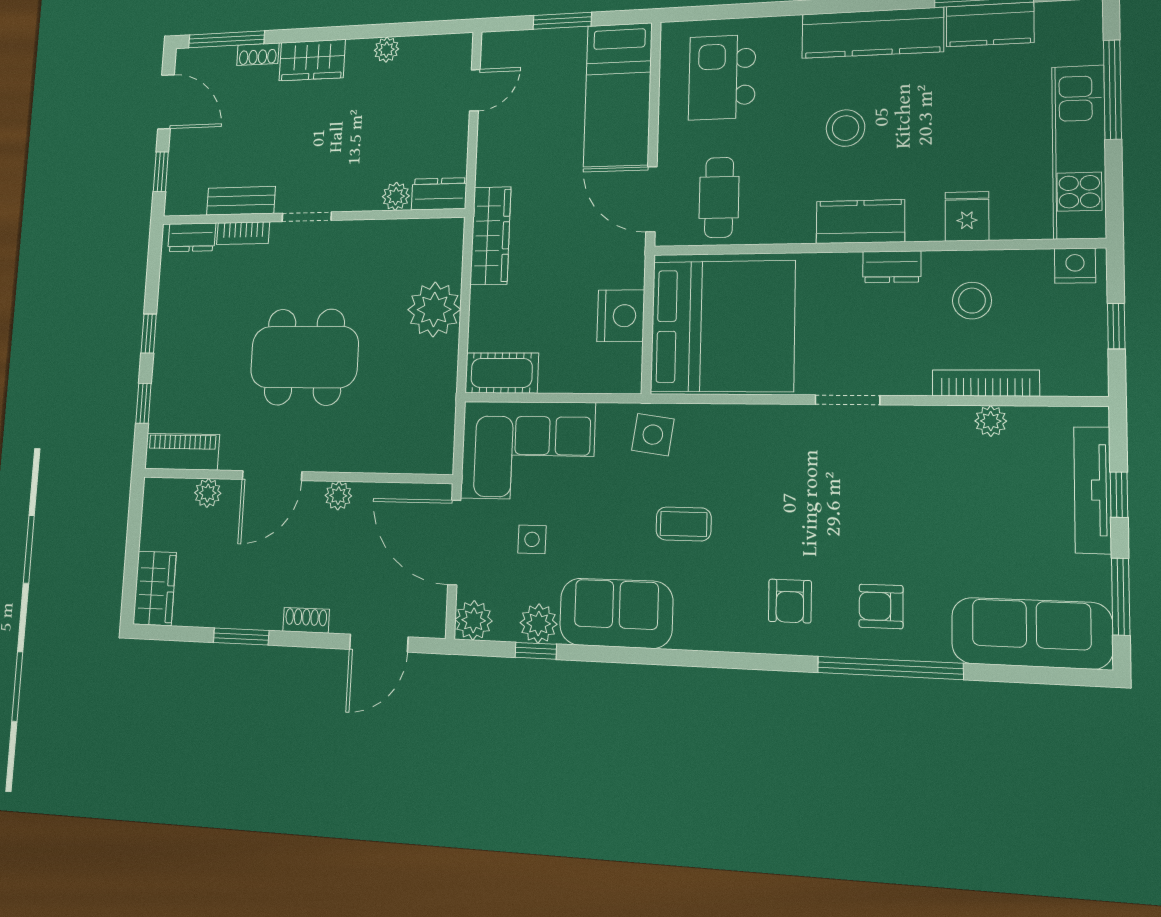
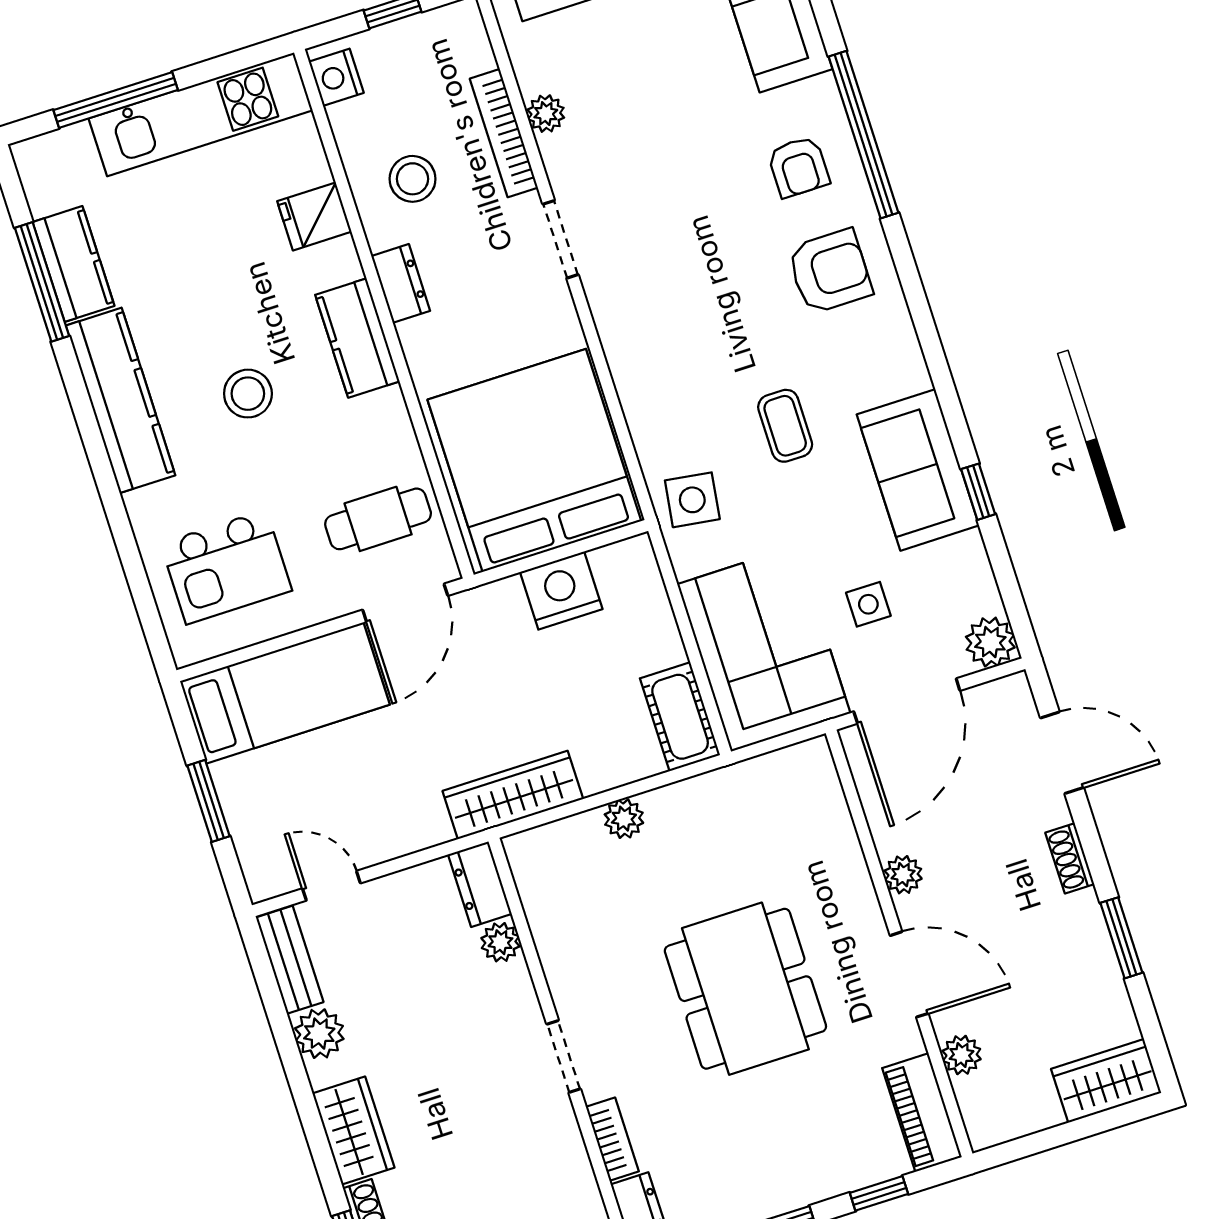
plant: (386, 50) -> (319, 1034), width x1.38, depth x1.38
bench: (241, 201) -> (290, 960), moved
plant: (434, 309) -> (624, 819), width x0.53, depth x0.53
doorway: (847, 400) -> (561, 239), moved
armchair: (790, 601) -> (830, 271), width x1.38, depth x1.38
plant: (538, 623) -> (964, 560), removed
window: (536, 651) -> (978, 492), moved

